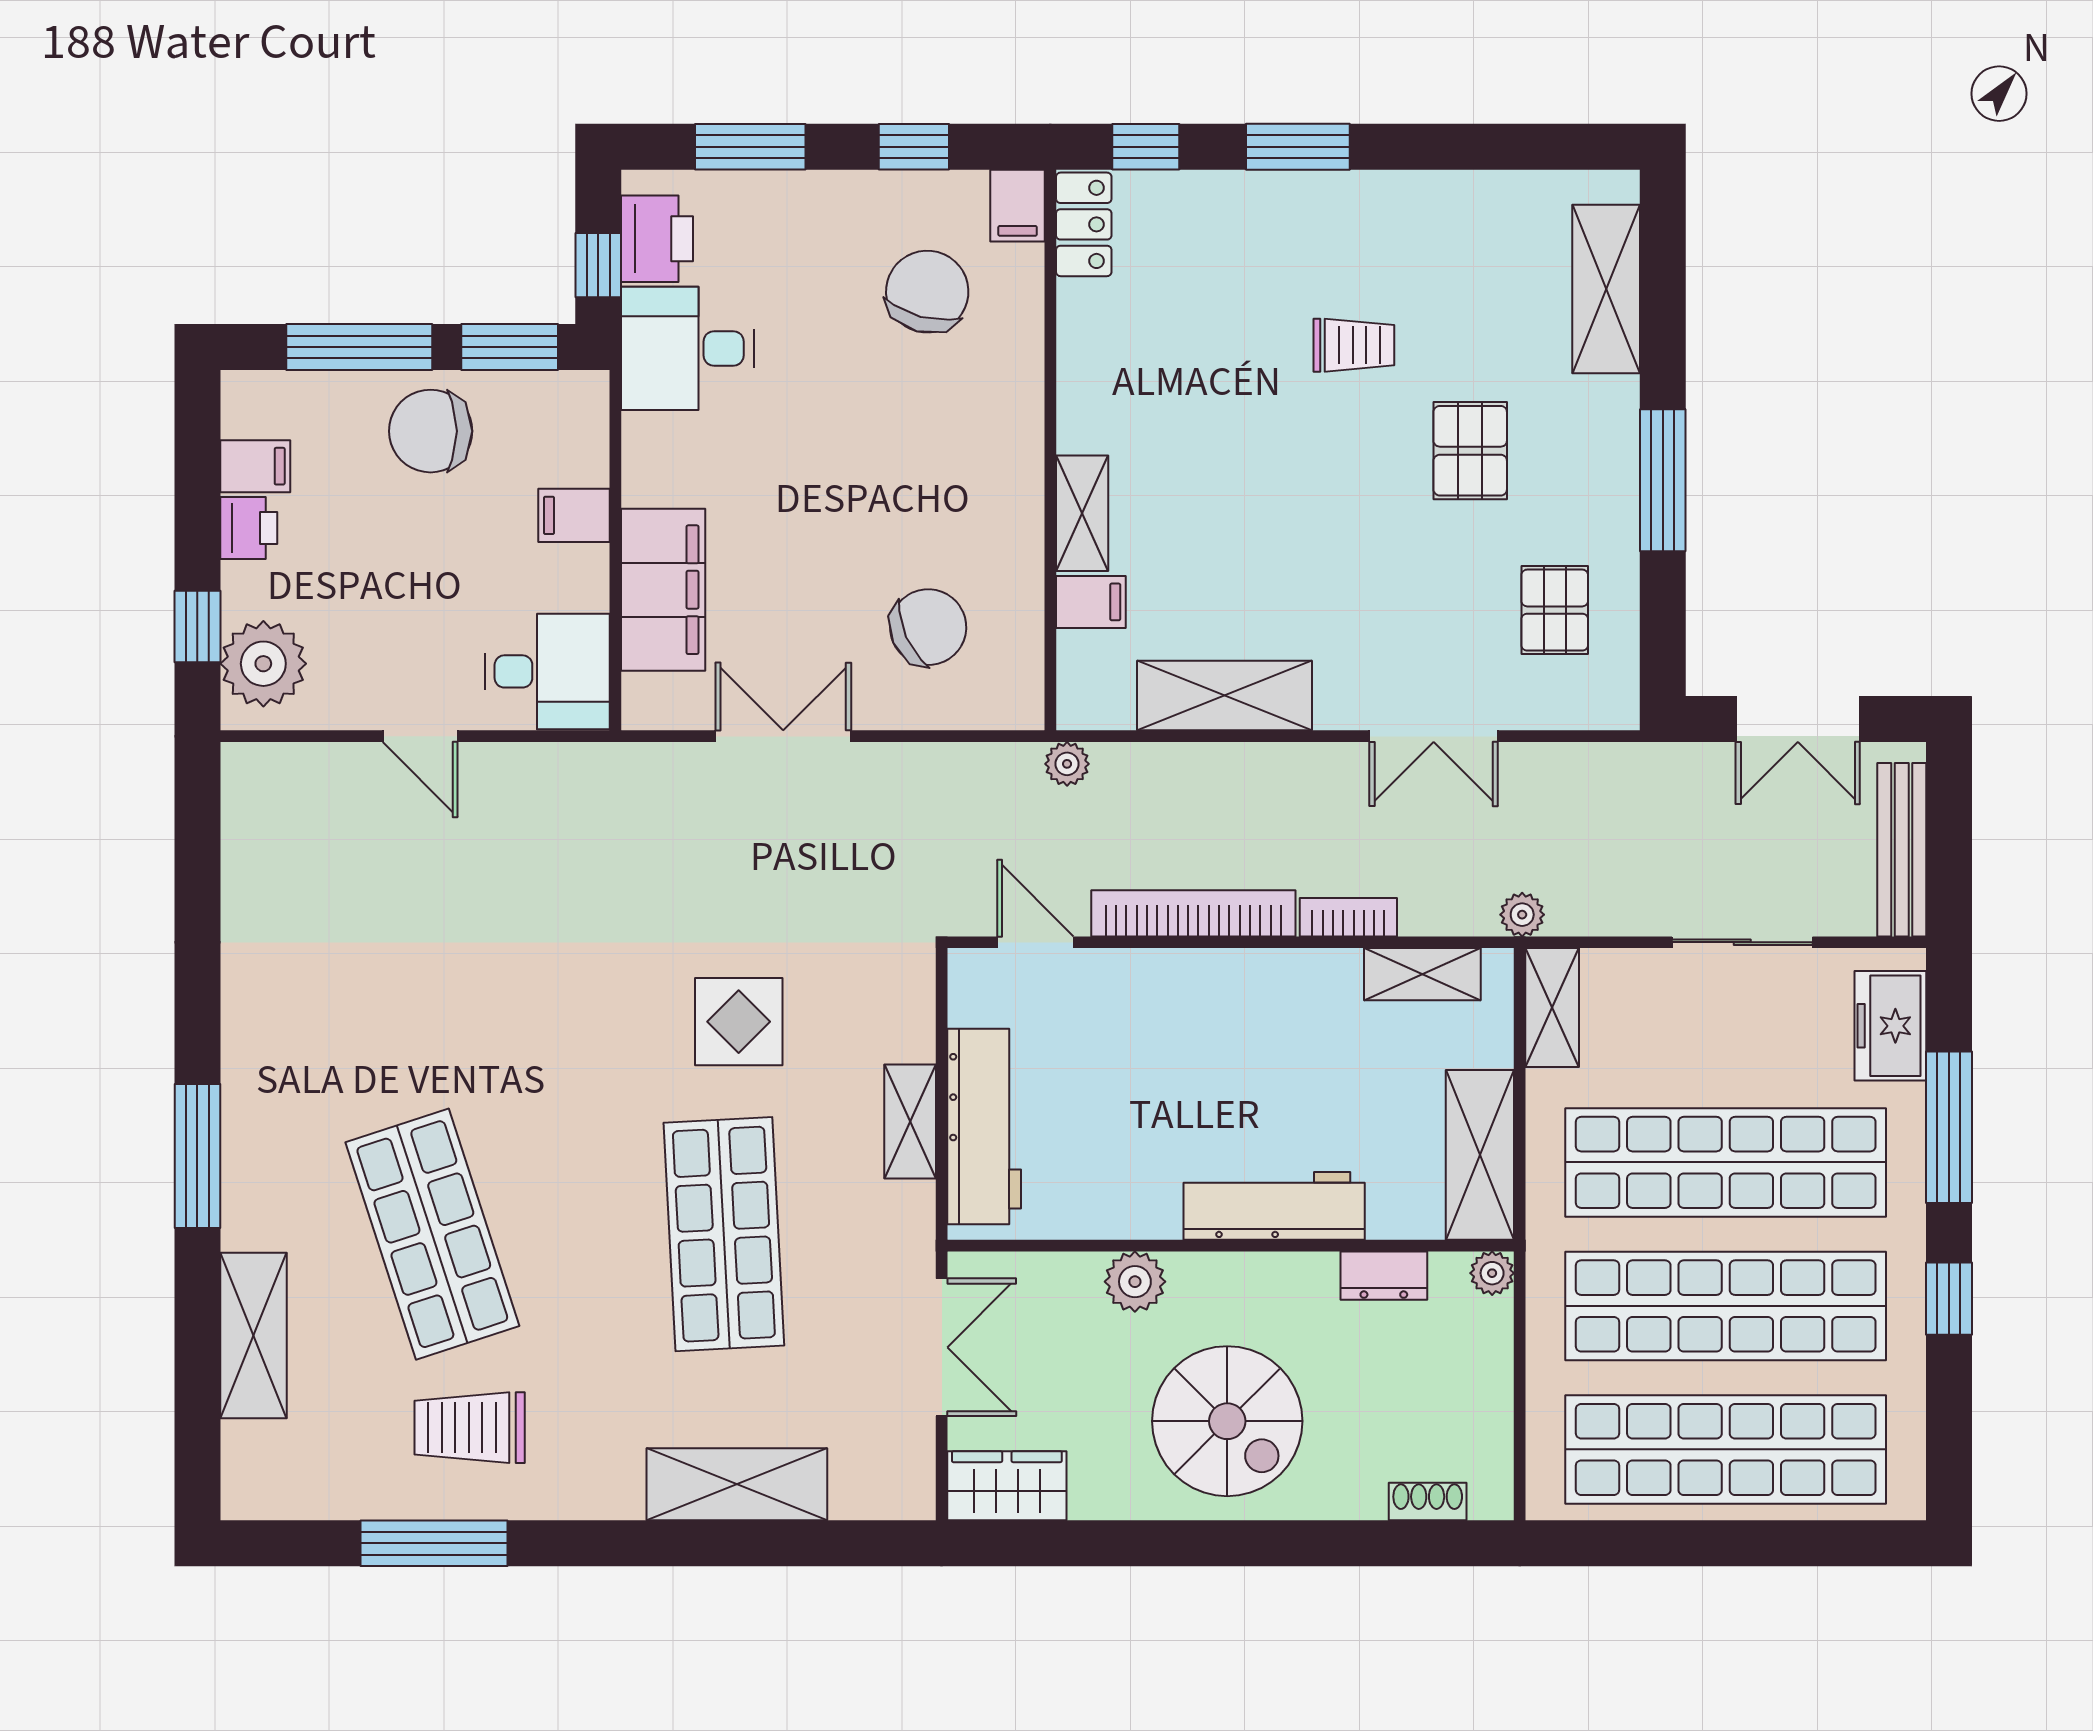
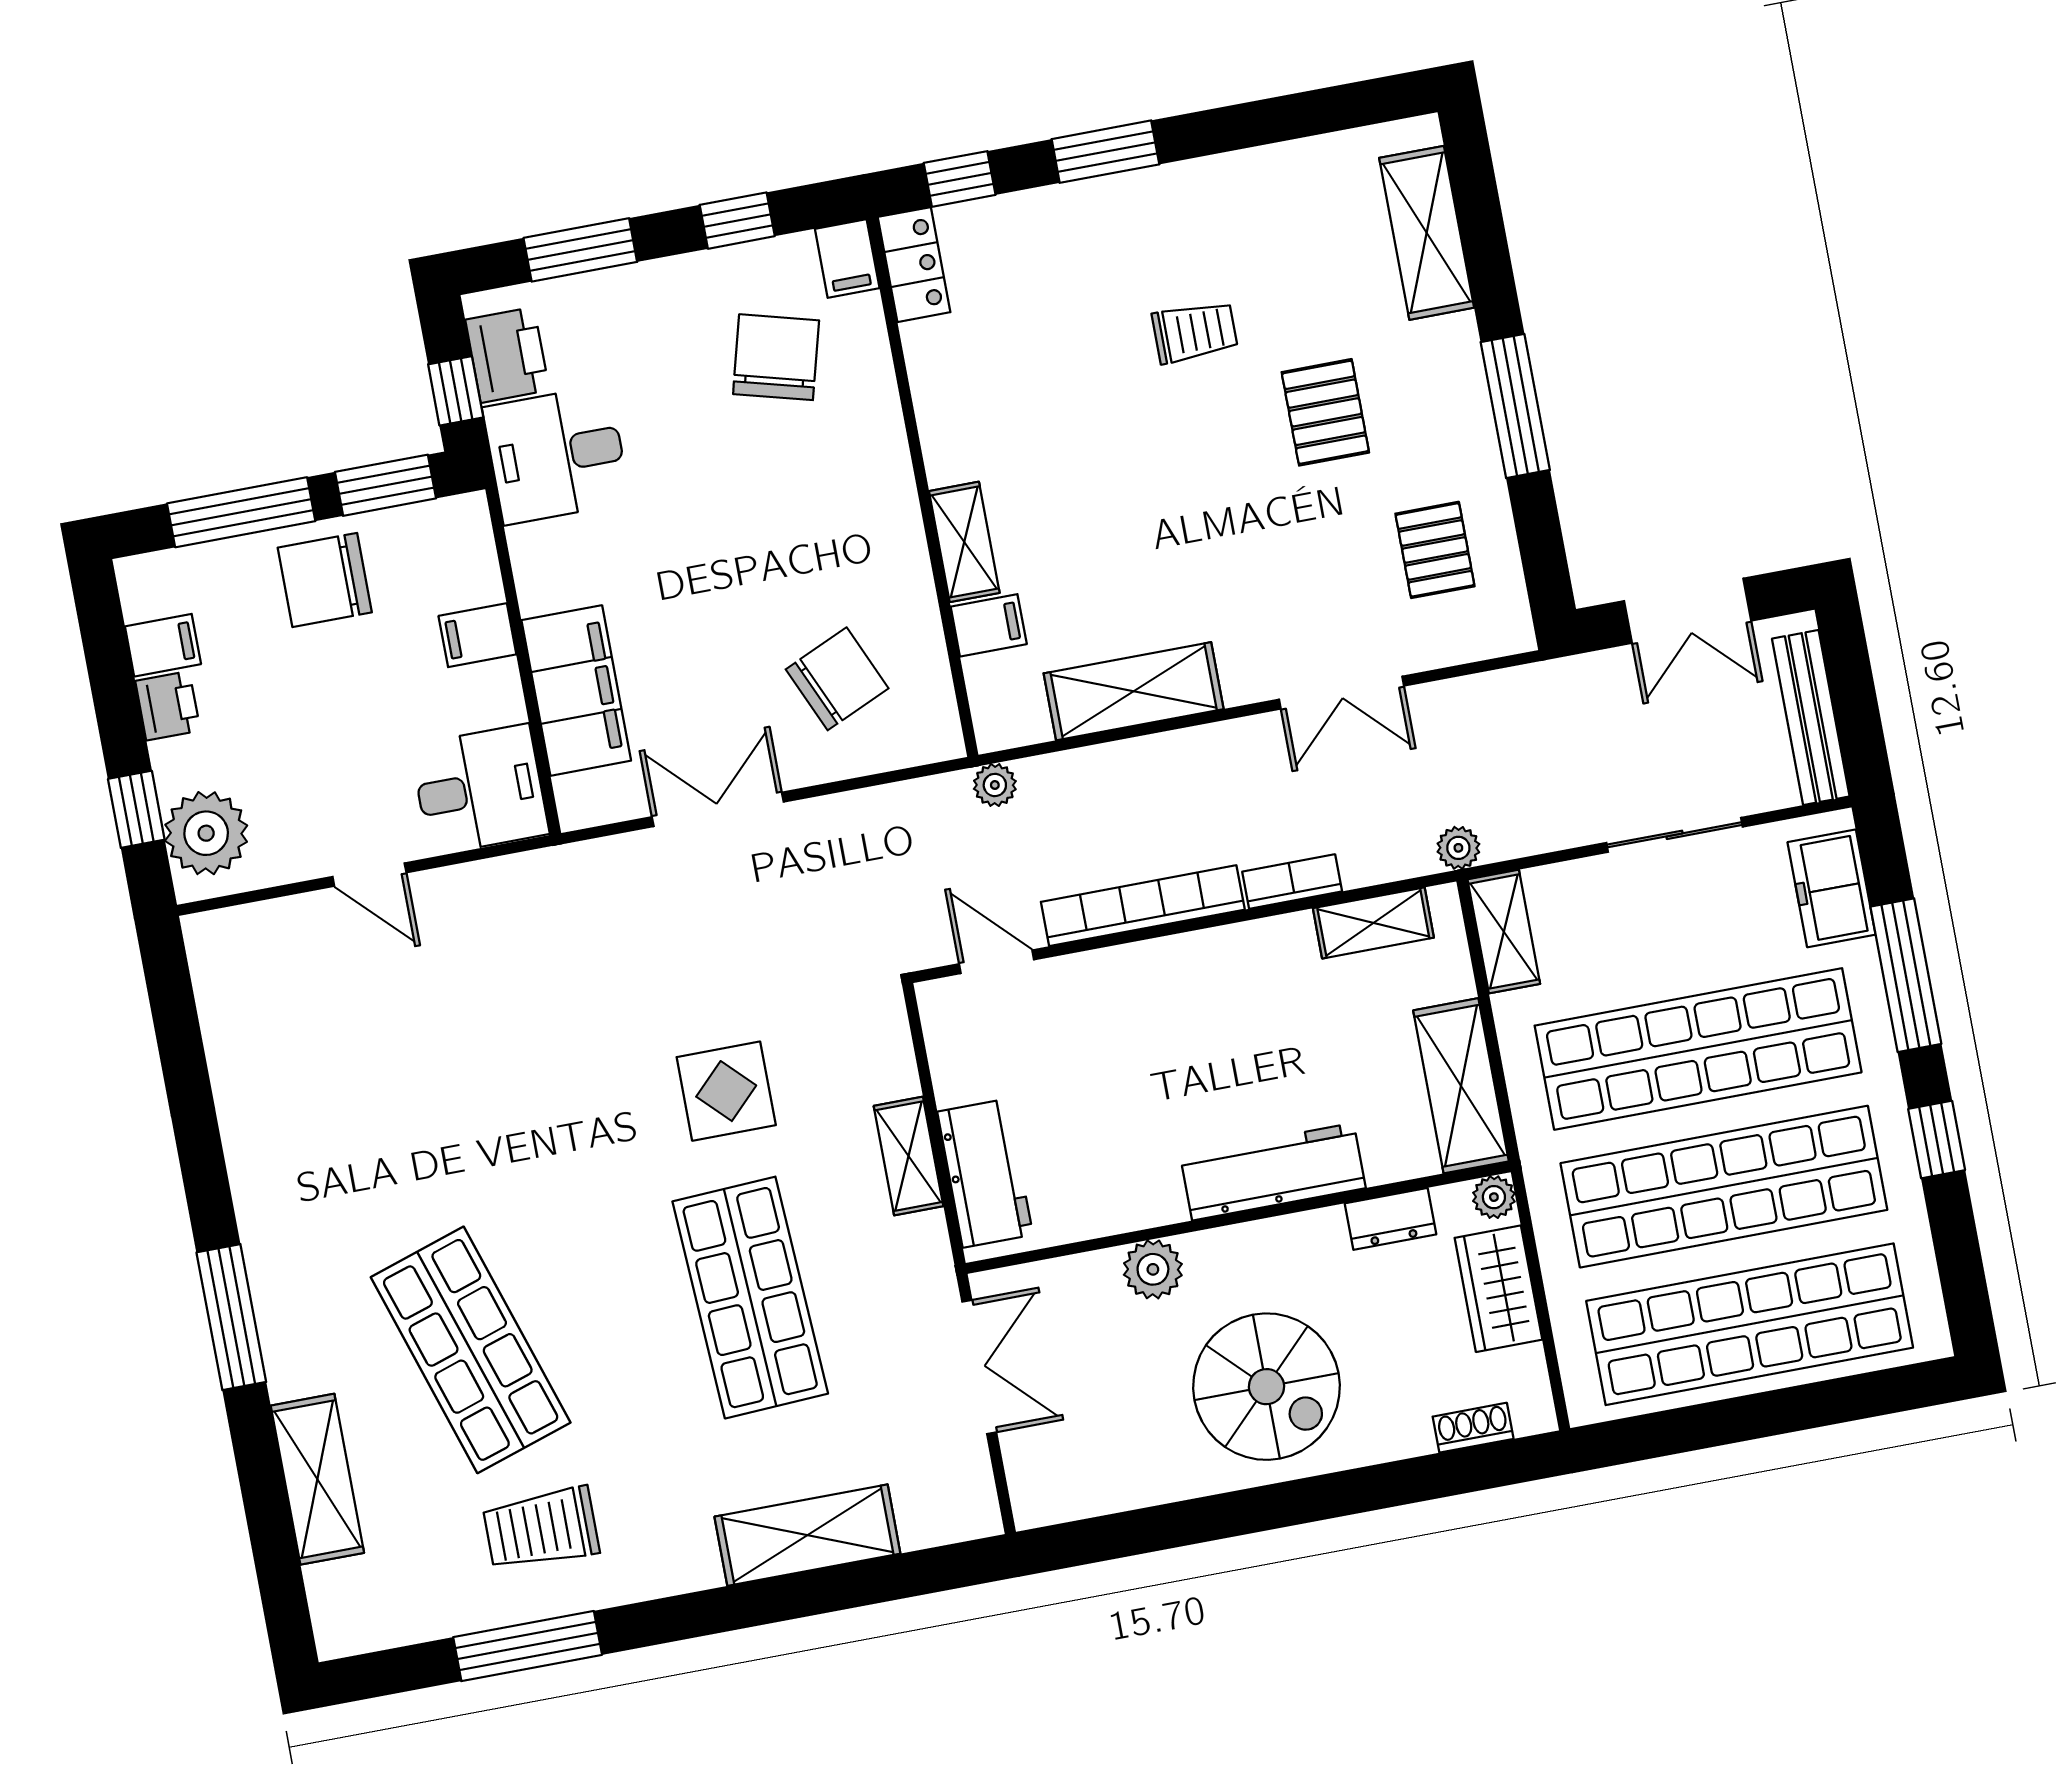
workbench: (984, 1126) -> (985, 1173), width x0.73
wardrobe: (1007, 1486) -> (1498, 1289), moved, turned -90

